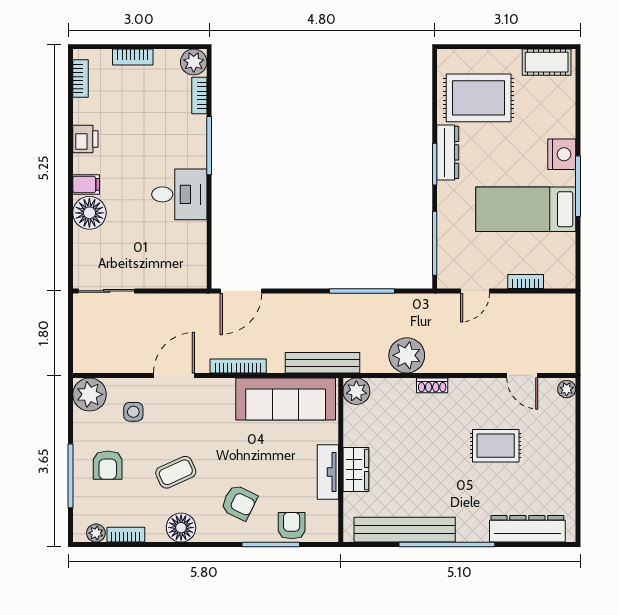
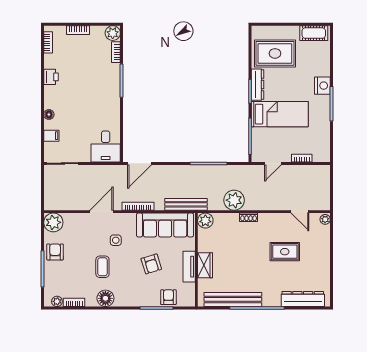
filing cabinet: (86, 184) -> (51, 136), moved
desk: (179, 194) -> (106, 146), moved, turned 90
bed: (526, 209) -> (280, 114), moved, turned 180
floor lamp: (89, 213) -> (49, 115), width x0.53, depth x0.53
side table: (133, 412) -> (116, 240), moved
armchair: (108, 465) -> (55, 252), moved, turned 180
coffee table: (176, 472) -> (102, 267), turned -66
armchair: (239, 502) -> (151, 264), moved, turned 47

